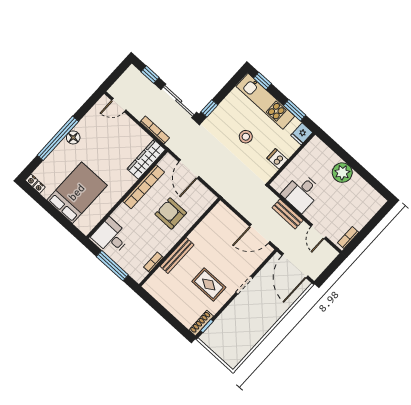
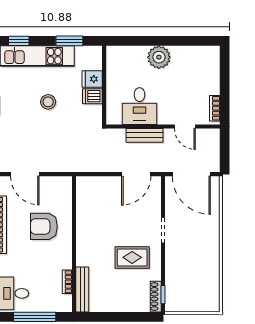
fridge: (302, 134) -> (92, 79), moved, turned 90
bench: (177, 255) -> (82, 289), moved

